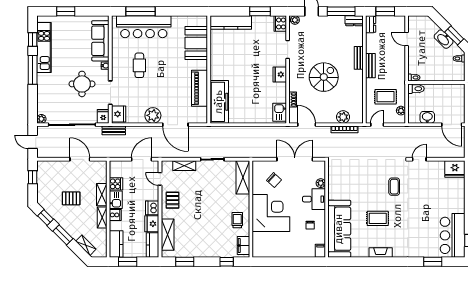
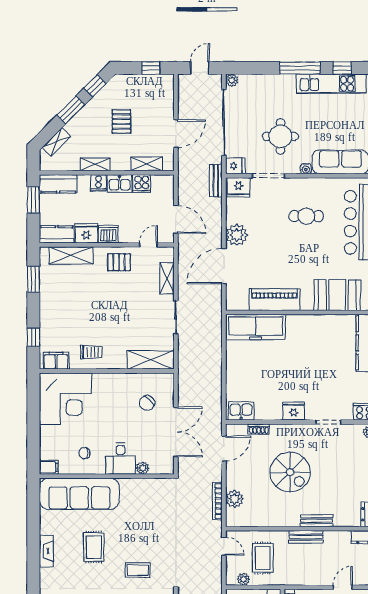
shelving: (102, 195) -> (147, 164), moved
corner desk: (271, 213) -> (65, 399), moved

